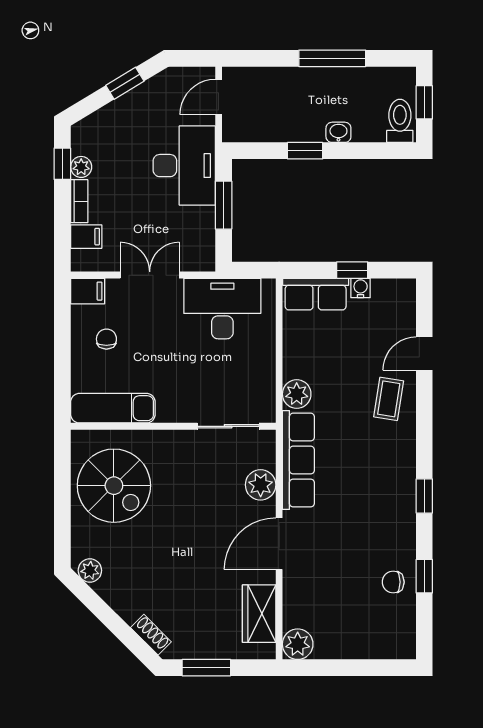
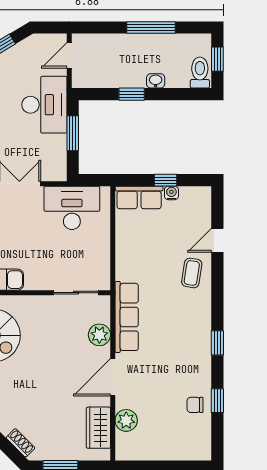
plant: (297, 394) -> (125, 269), removed
plant: (298, 644) -> (126, 420), moved

